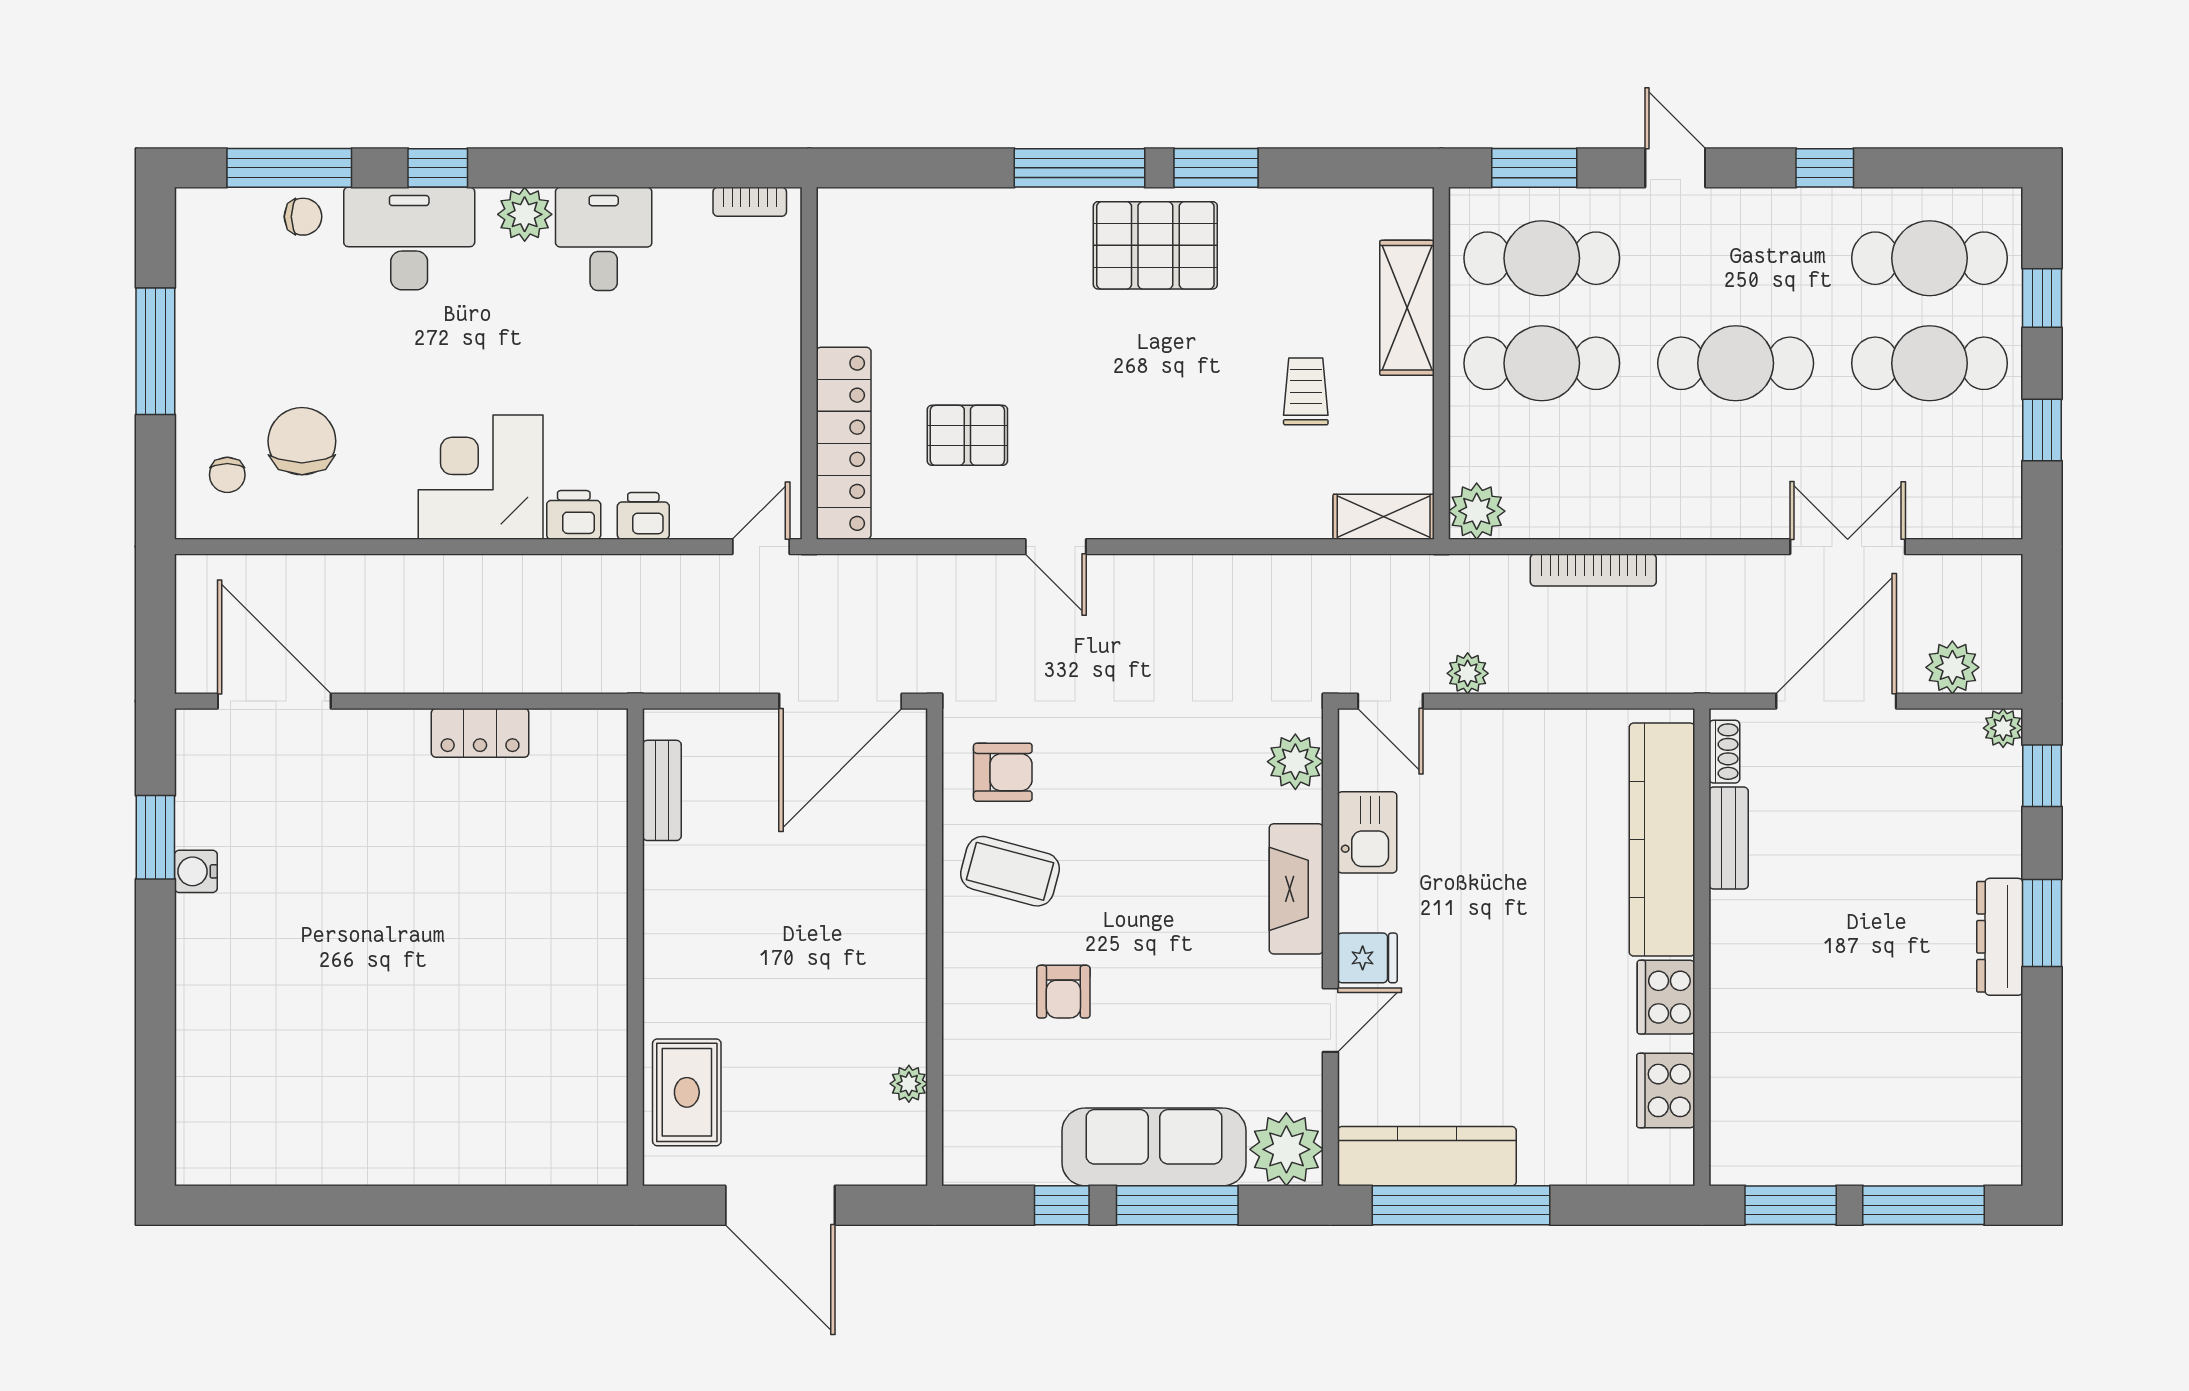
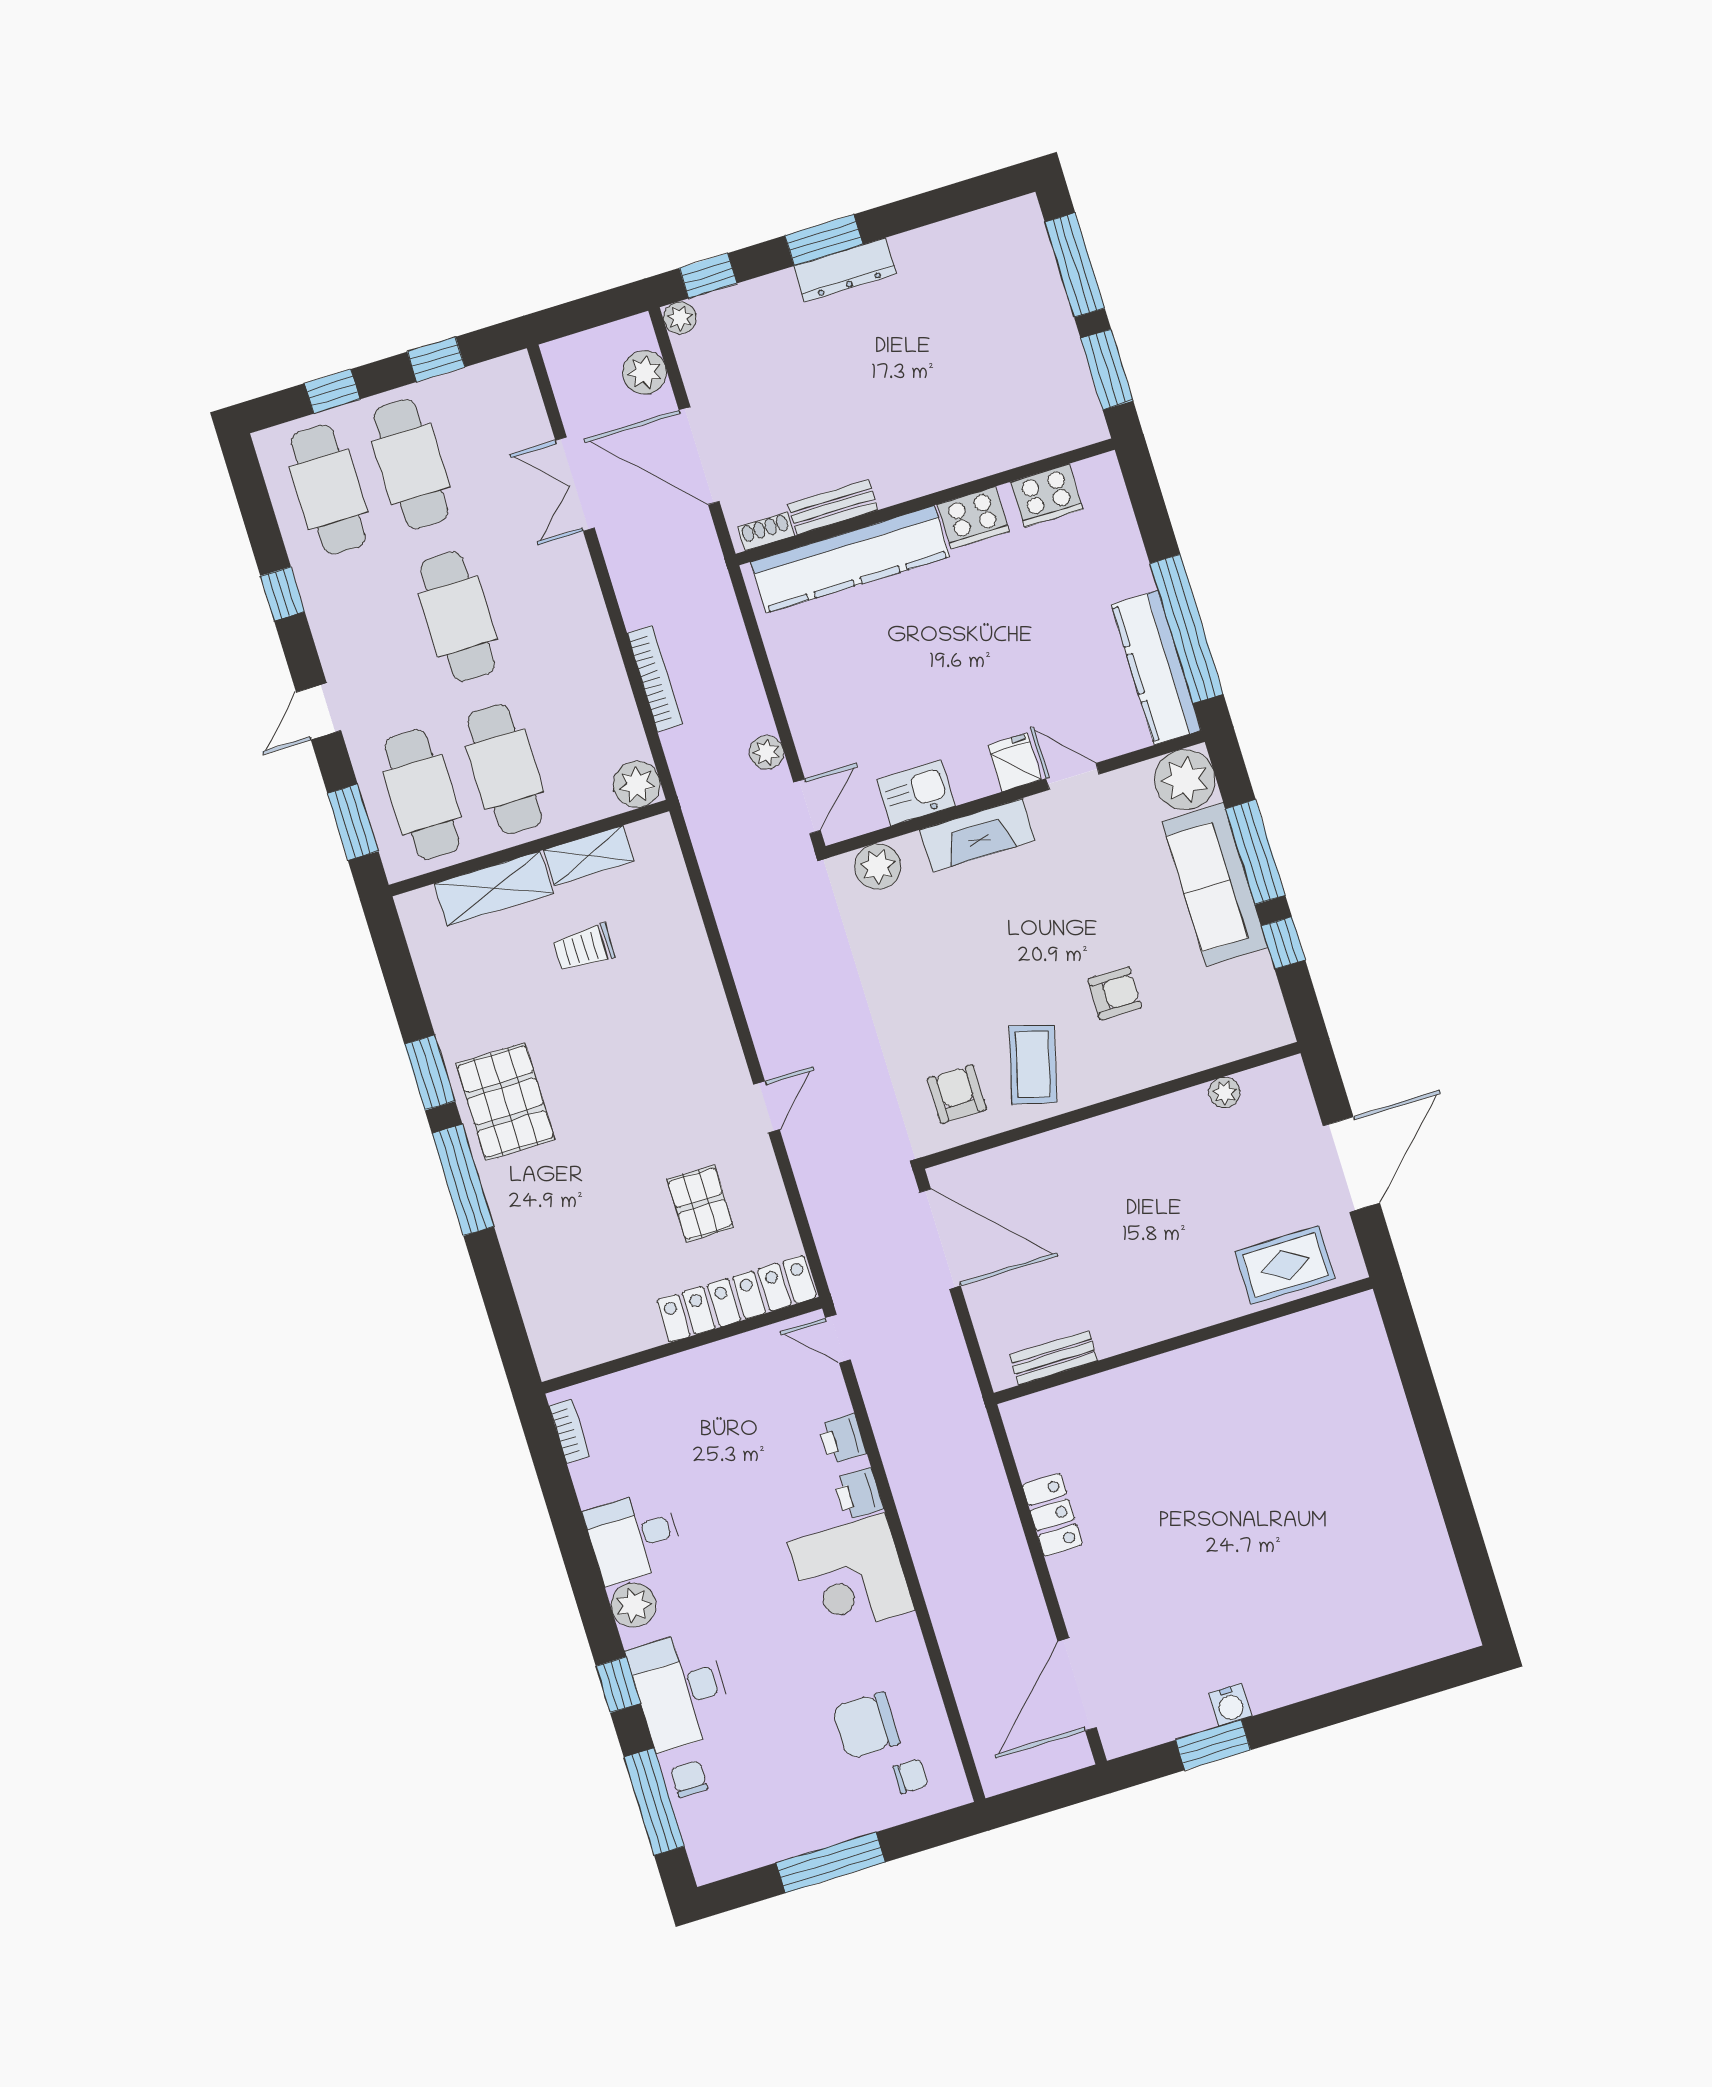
shelving: (1384, 517) -> (588, 856), moved, turned 90

